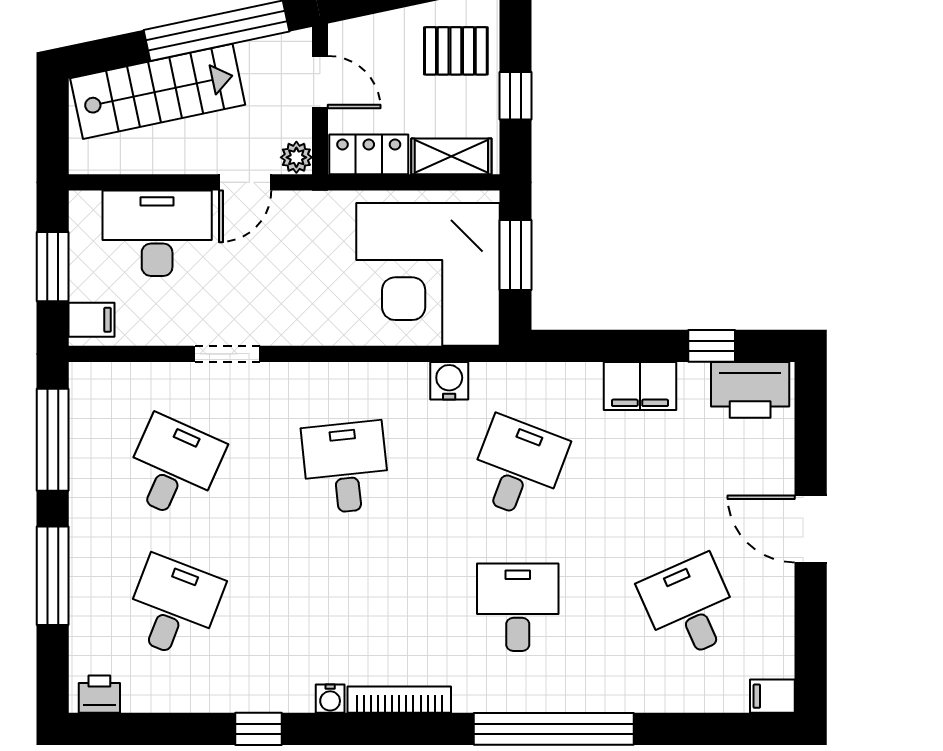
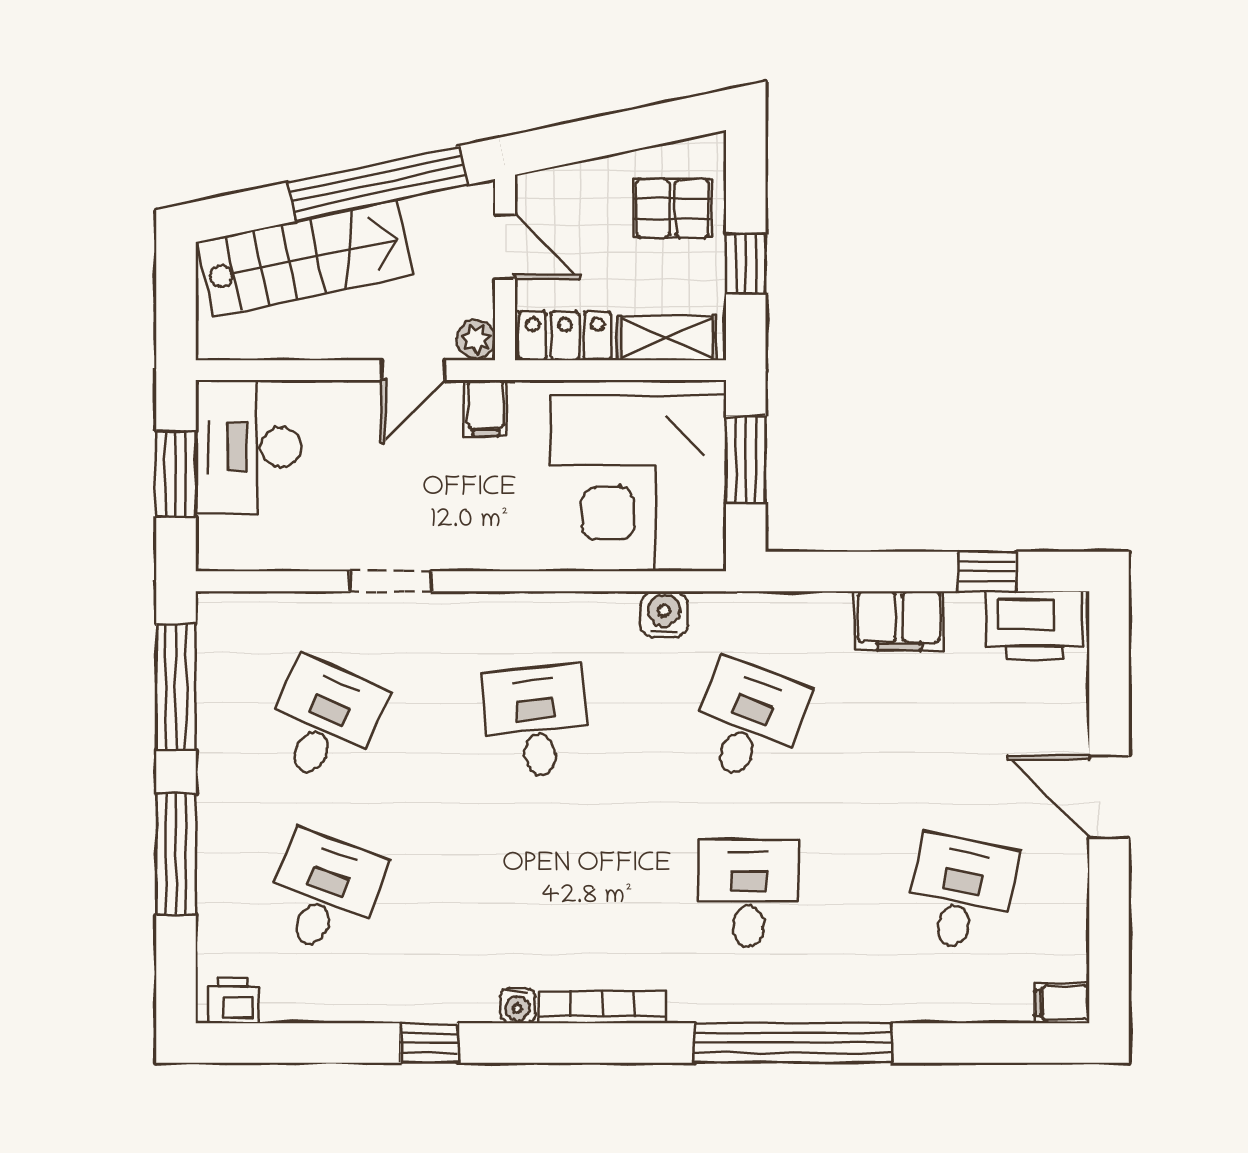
desk: (157, 233) -> (248, 447), moved, turned -90
filing cabinet: (92, 320) -> (486, 408), moved, turned 90
desk: (690, 607) -> (960, 893), turned 36

